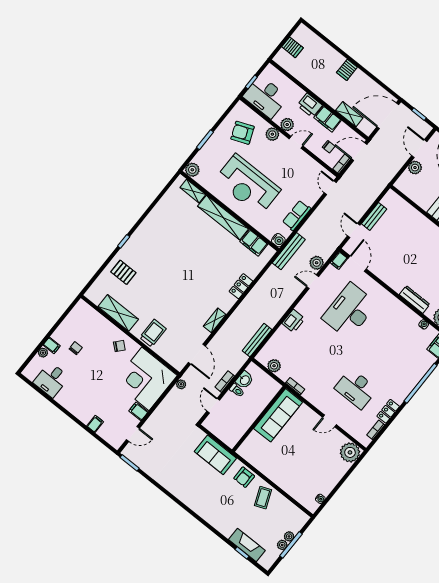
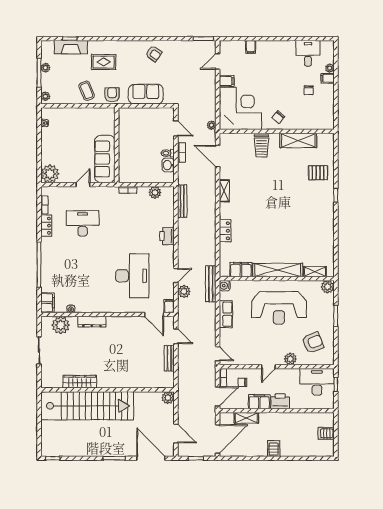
plant: (287, 125) -> (285, 374), removed
plant: (415, 168) -> (168, 398), moved
reception desk: (248, 185) -> (279, 308), turned 180
sofa: (278, 415) -> (105, 159), moved
wall: (259, 419) -> (117, 145), moved
armchair: (181, 484) -> (154, 54), added
rug: (229, 510) -> (104, 62), added
plant: (289, 536) -> (45, 96), moved

